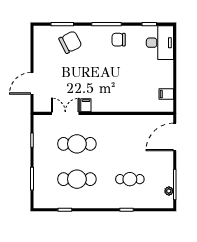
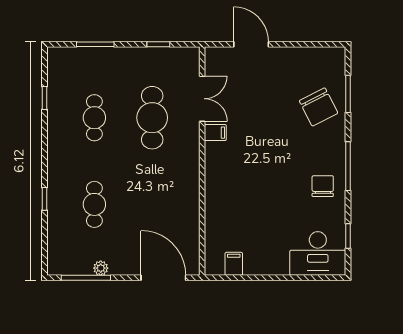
cafe table: (77, 179) -> (94, 118), width x0.73, depth x0.74
plant: (169, 191) -> (101, 268), moved

